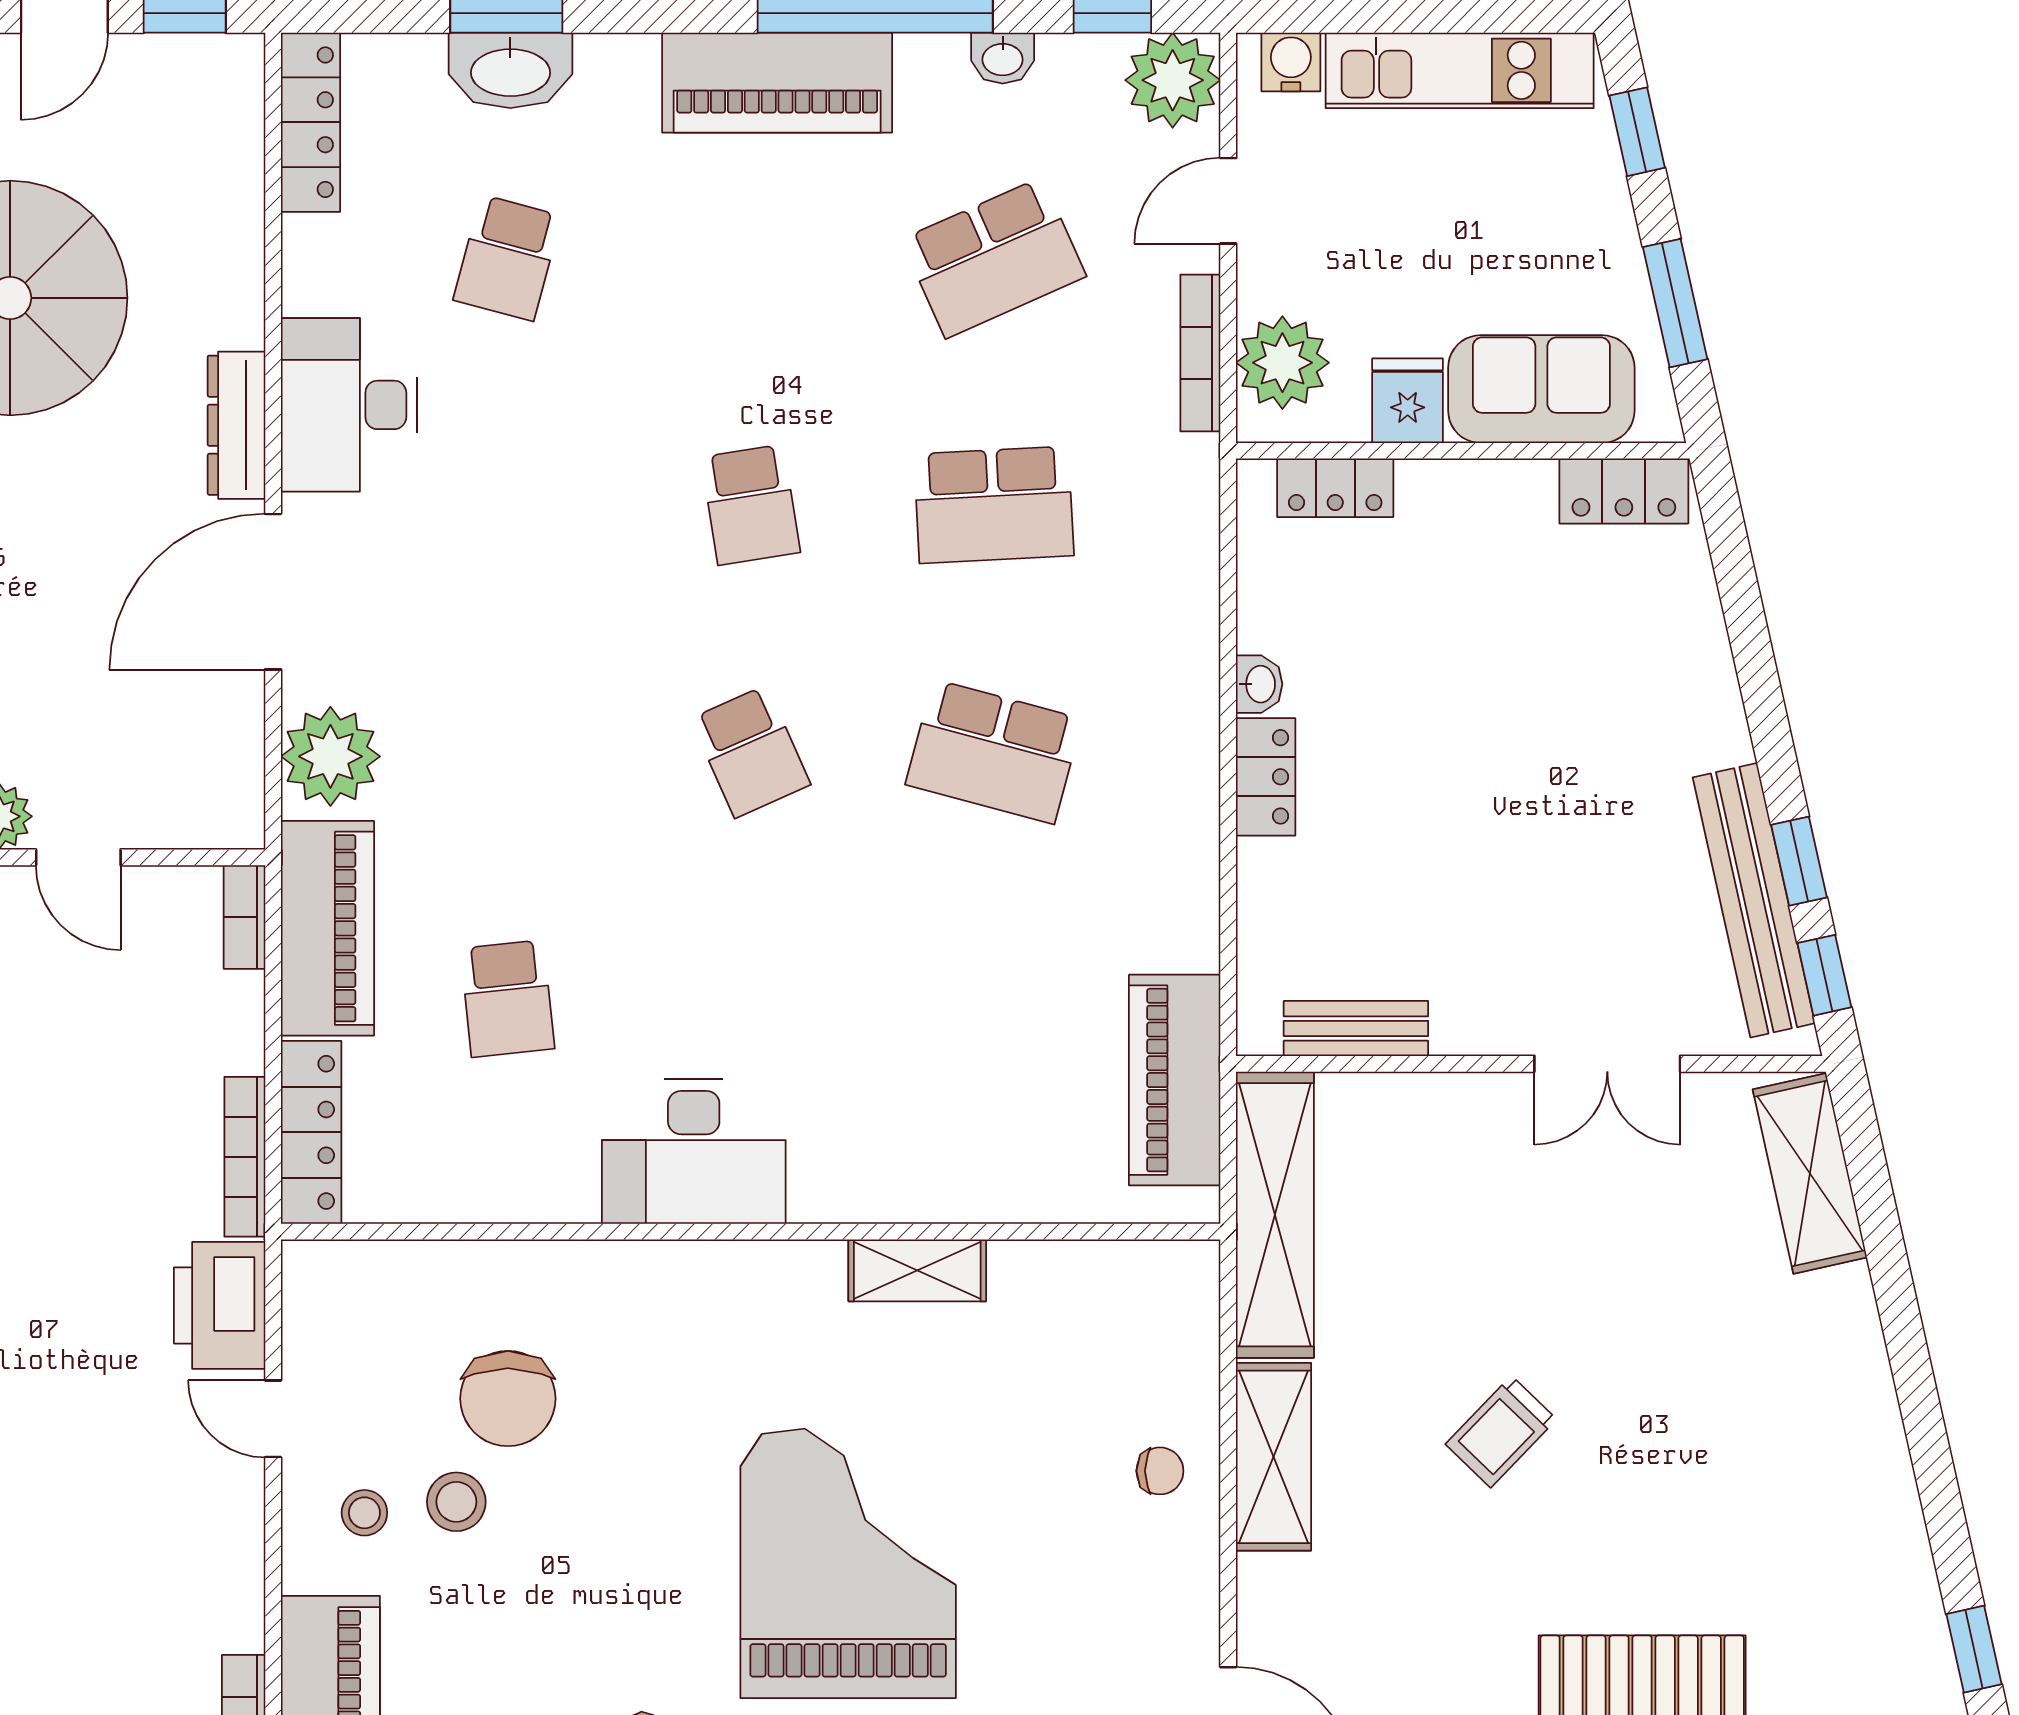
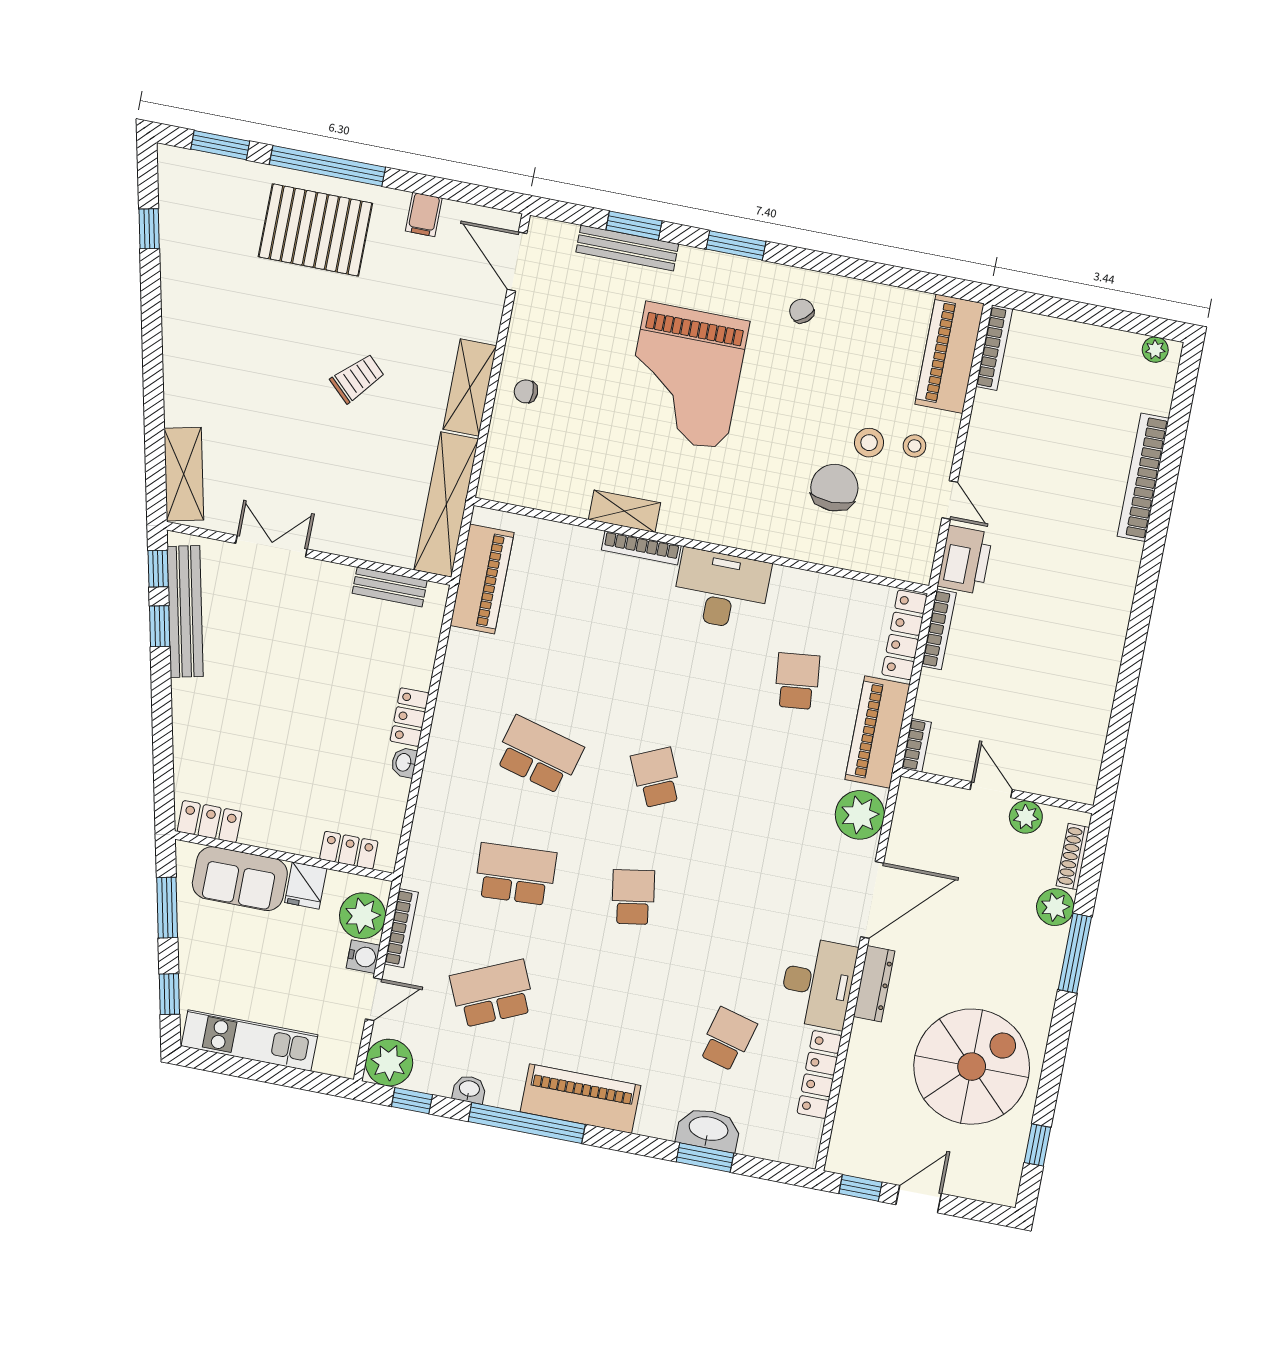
water cooler: (1291, 62) -> (363, 957), moved, turned -90
locker: (310, 122) -> (819, 1074), moved
bookcase: (870, 1204) -> (641, 548), added

